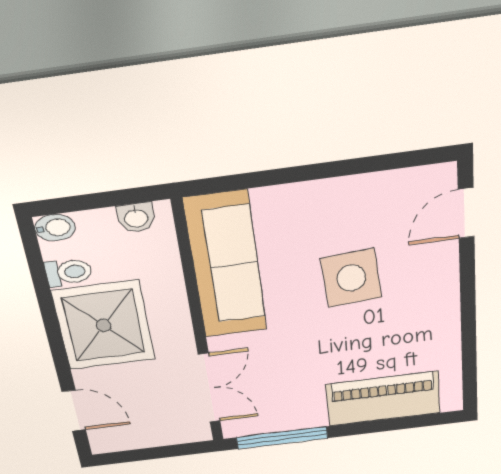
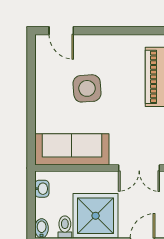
double door: (209, 388) -> (139, 168), swing flipped

